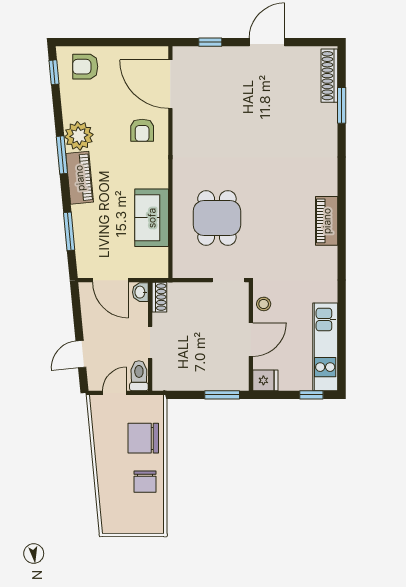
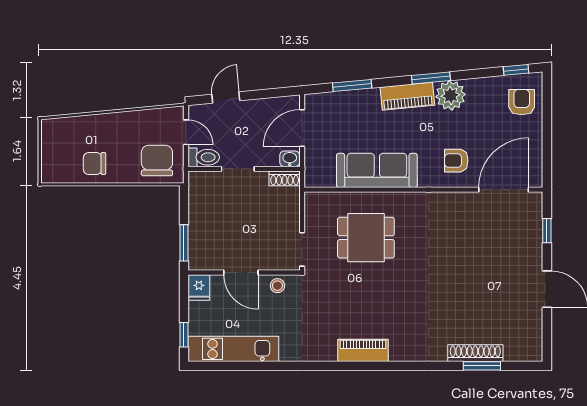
shoe rack: (329, 76) -> (475, 353), moved
sofa: (152, 218) -> (377, 170), width x1.36
door: (81, 354) -> (226, 98), hinge flipped
chair: (143, 438) -> (157, 160), moved

